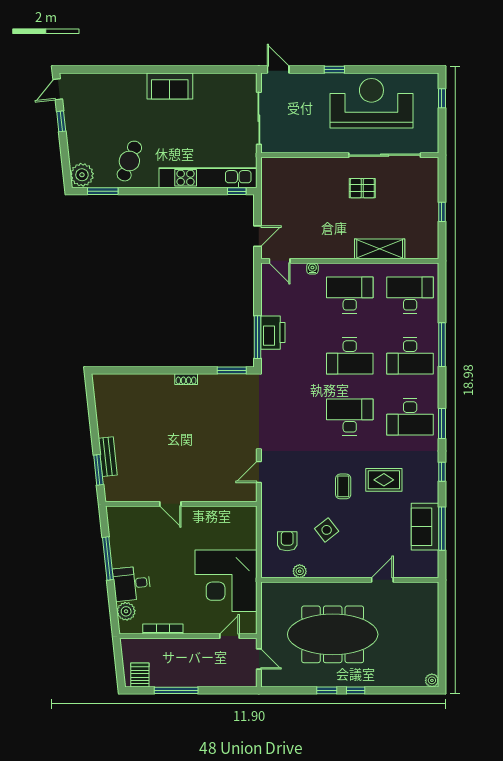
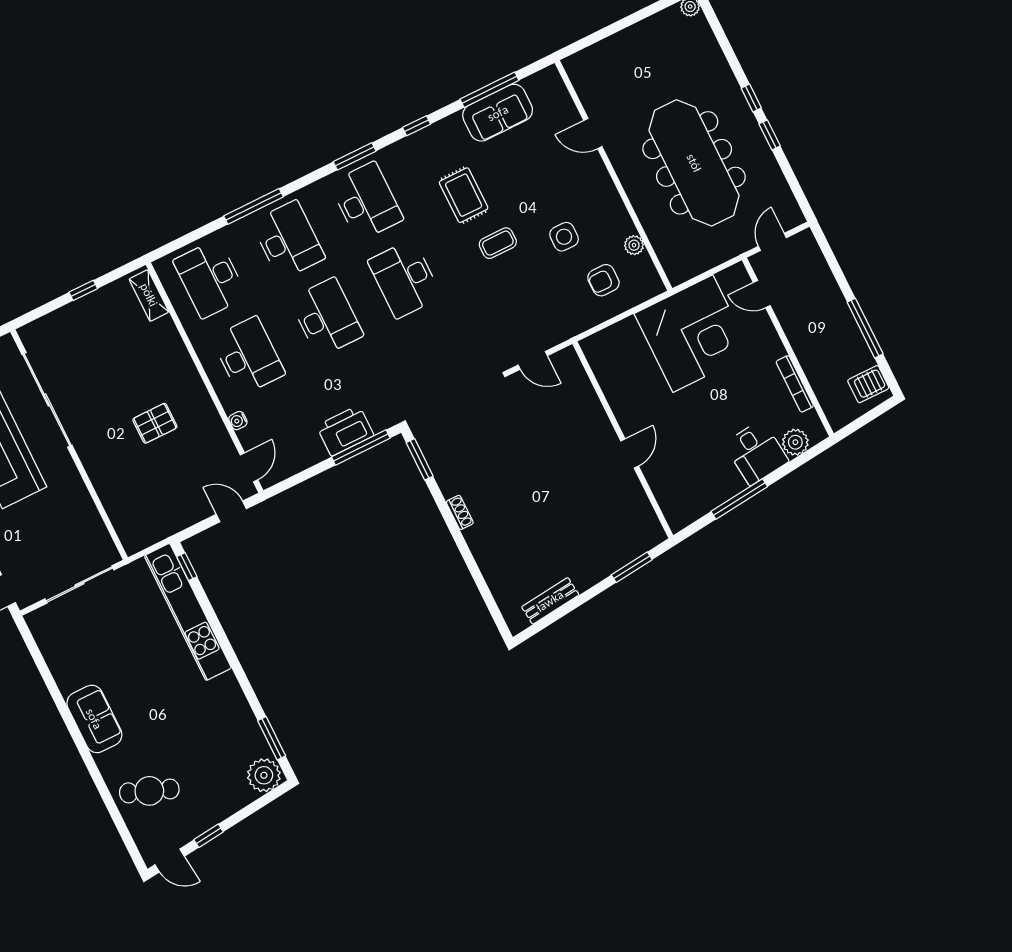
cafe table: (129, 161) -> (149, 791), moved
pallet: (362, 188) -> (155, 423), moved, turned 90
shelving: (380, 249) -> (149, 295), moved, width x0.67, depth x0.75
desk: (350, 295) -> (248, 356), turned 180
bench: (108, 457) -> (550, 601), moved
side table: (327, 530) -> (564, 237), turned 38

